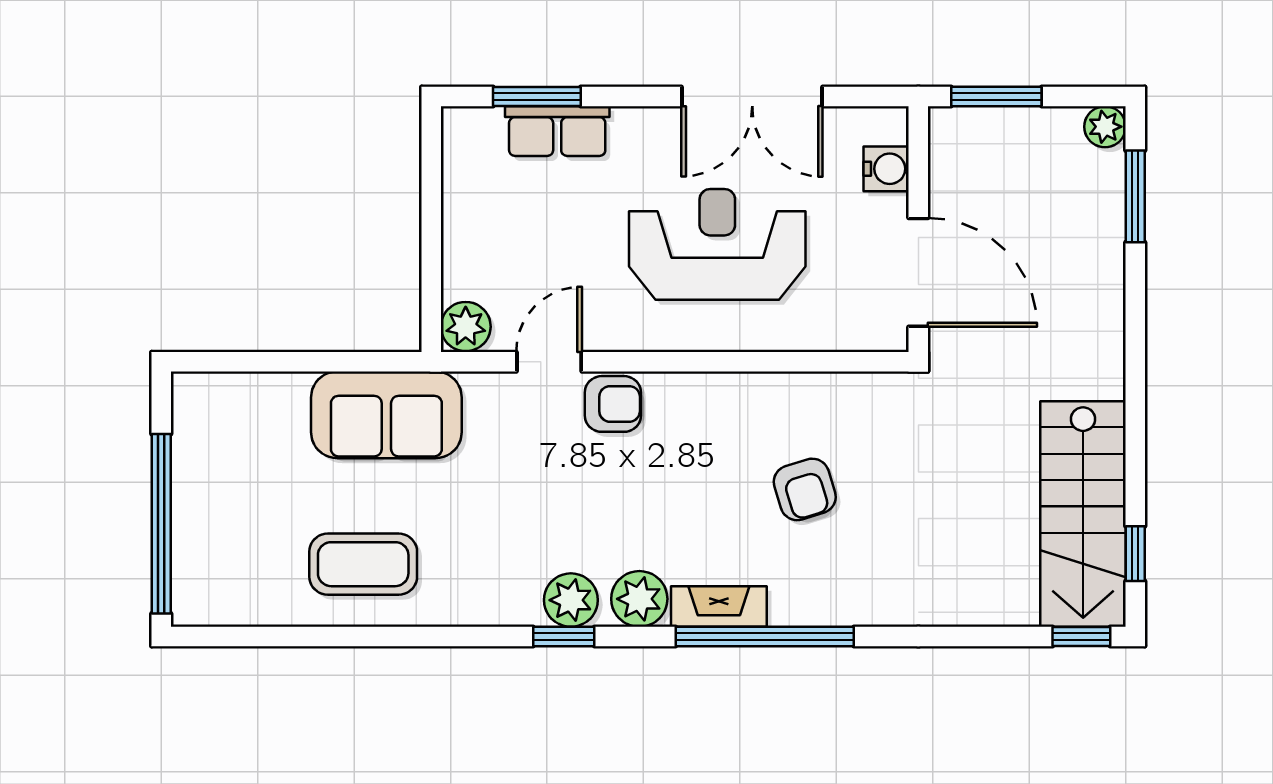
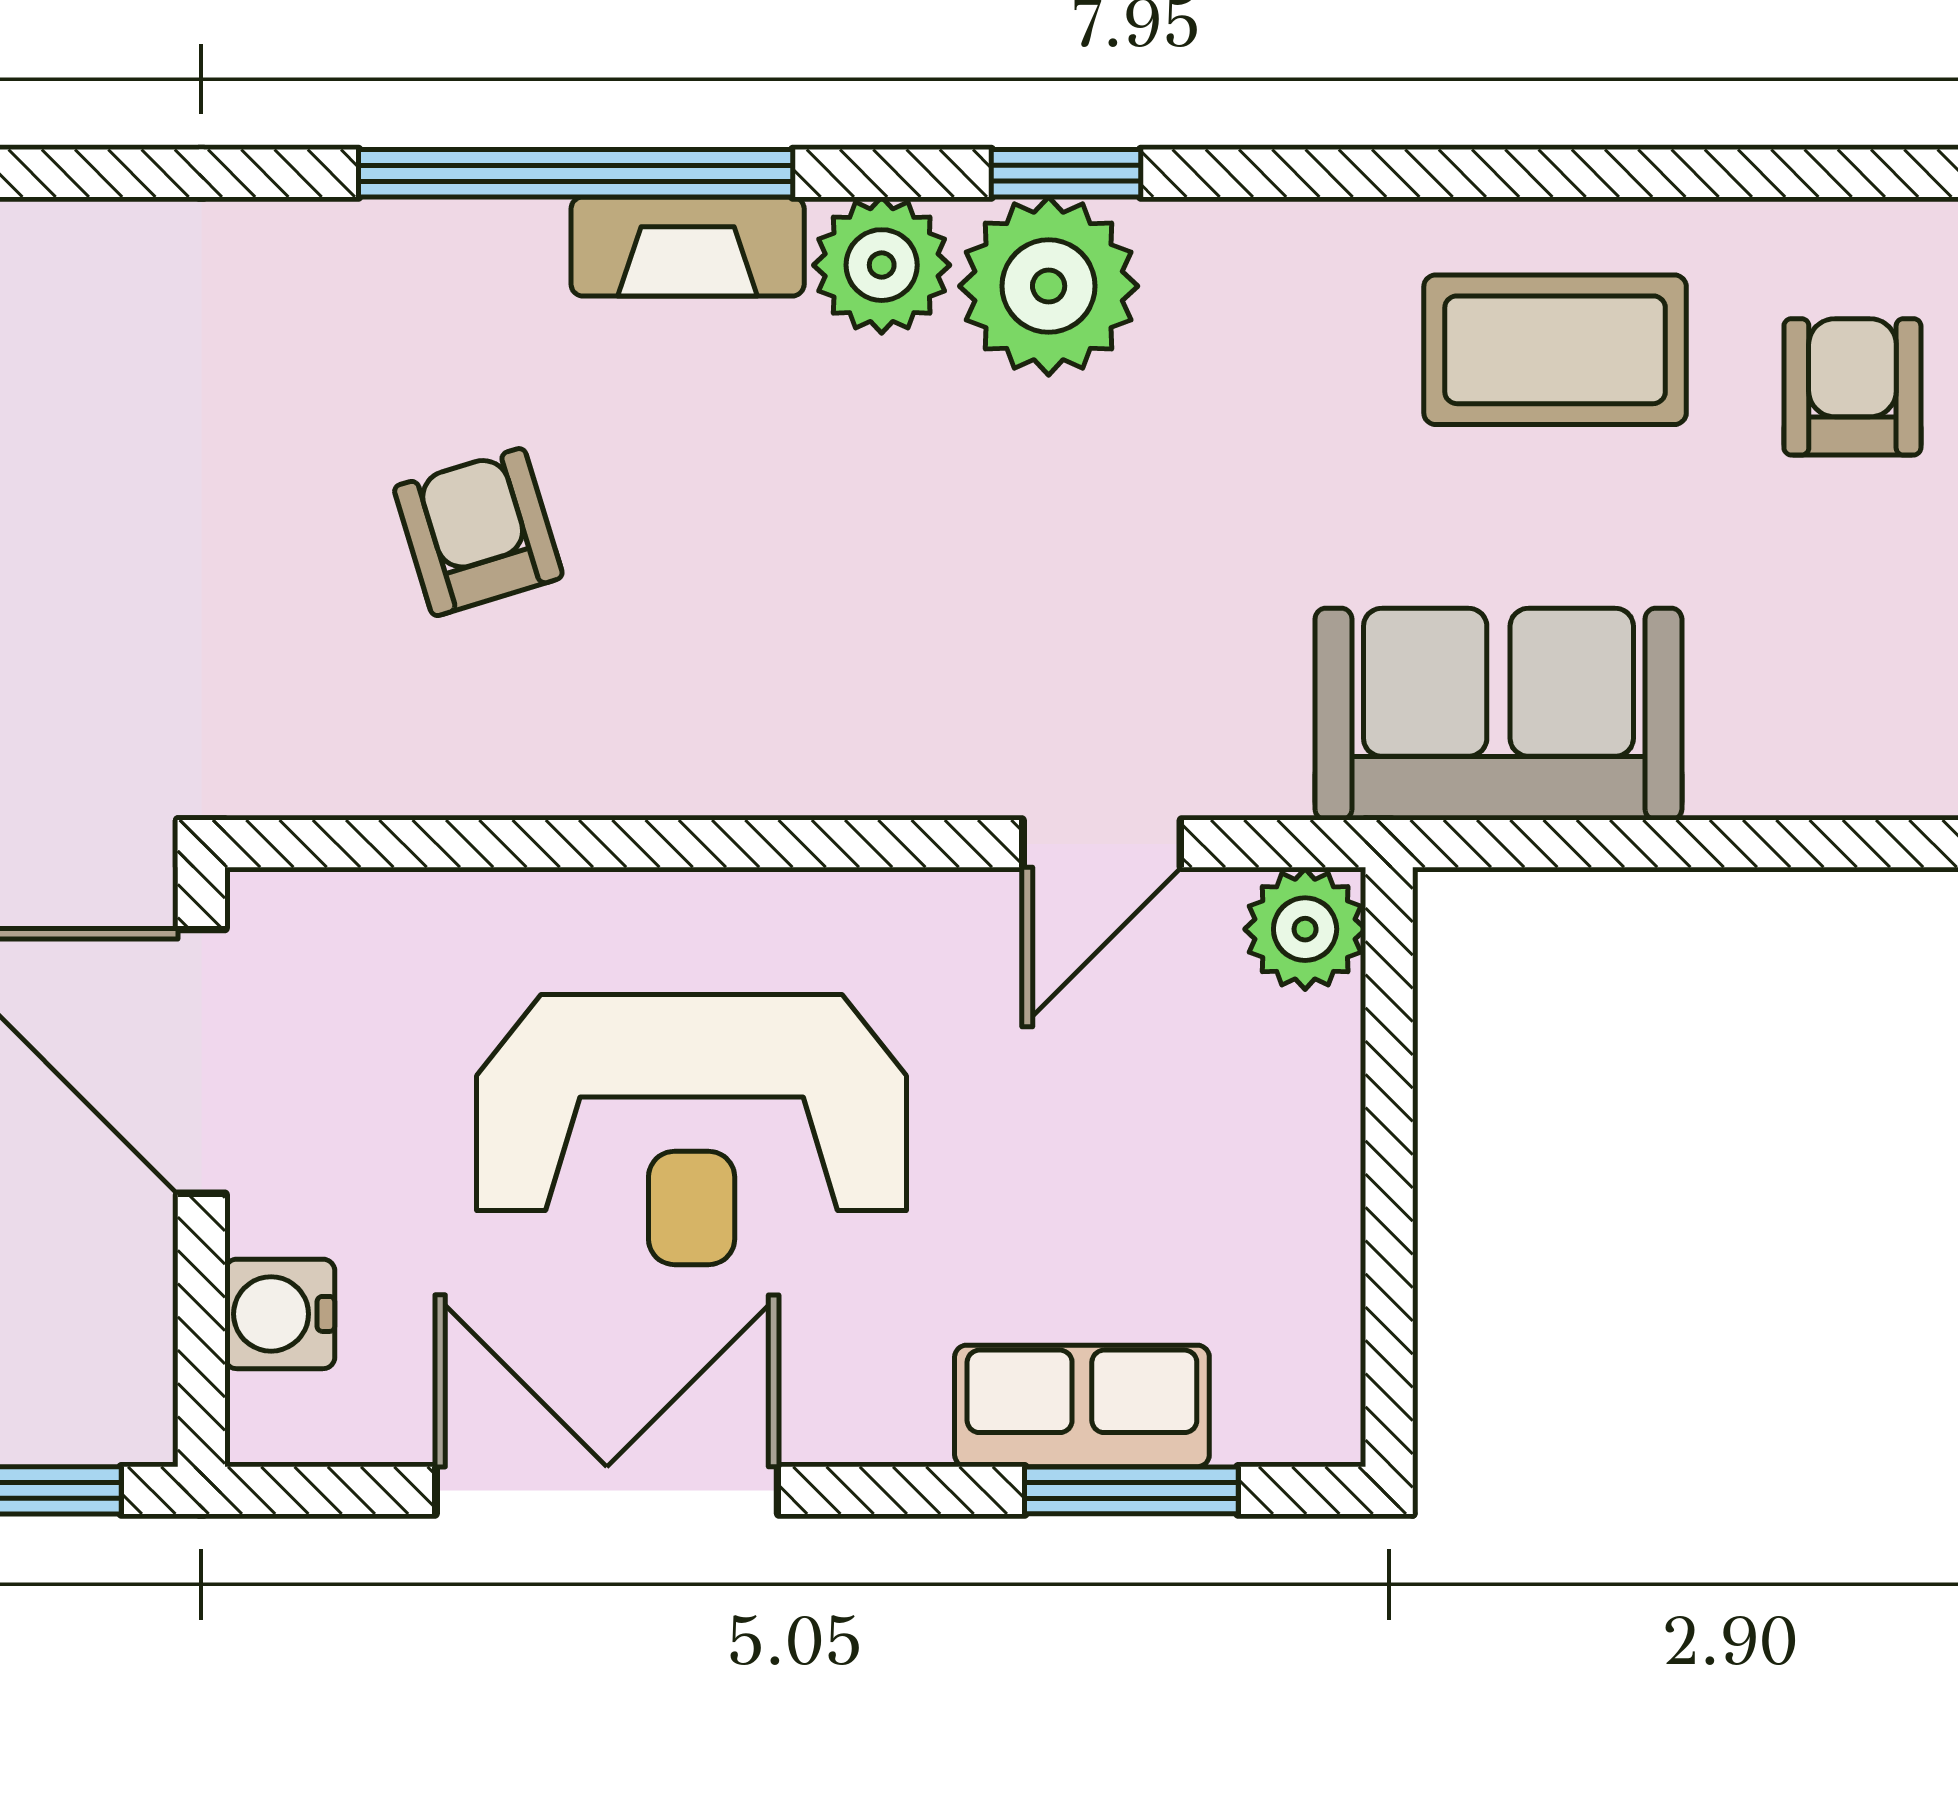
armchair: (613, 404) -> (1852, 387), moved, turned 90
plant: (571, 600) -> (1049, 286), width x1.36, depth x1.36

